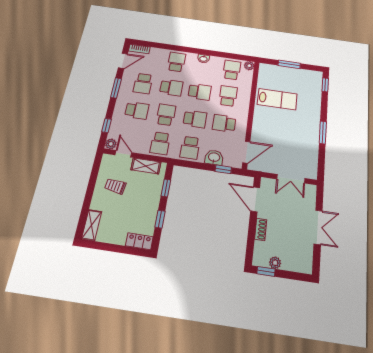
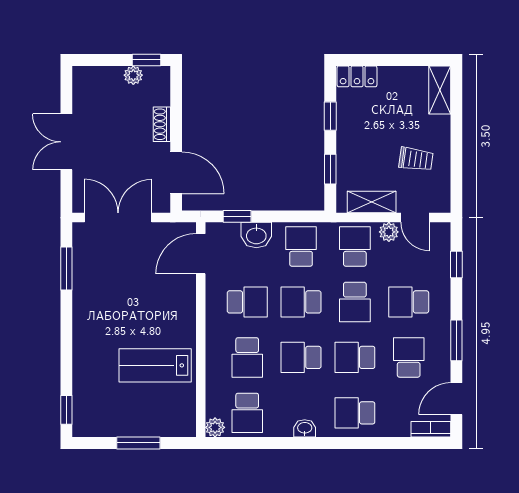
school desk: (176, 62) -> (355, 413), turned 90
window: (323, 132) -> (66, 269), moved
plant: (111, 144) -> (389, 232), moved
double door: (291, 179) -> (118, 218), width x1.37

